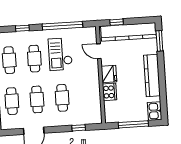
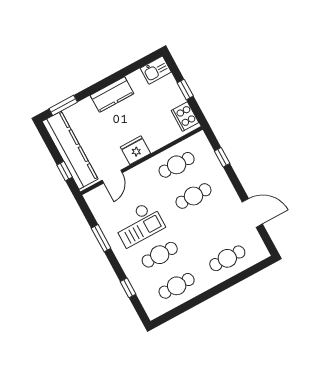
window: (62, 26) -> (101, 238), width x0.47
kitchen counter: (152, 76) -> (112, 94), width x0.67
cooker: (110, 92) -> (185, 117), moved, turned -90
cafe table: (37, 99) -> (177, 165), moved
window: (133, 124) -> (185, 89), width x0.46

